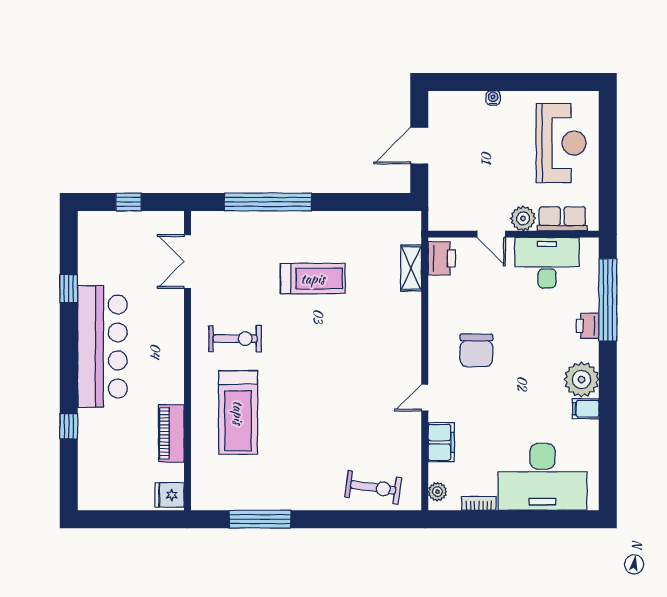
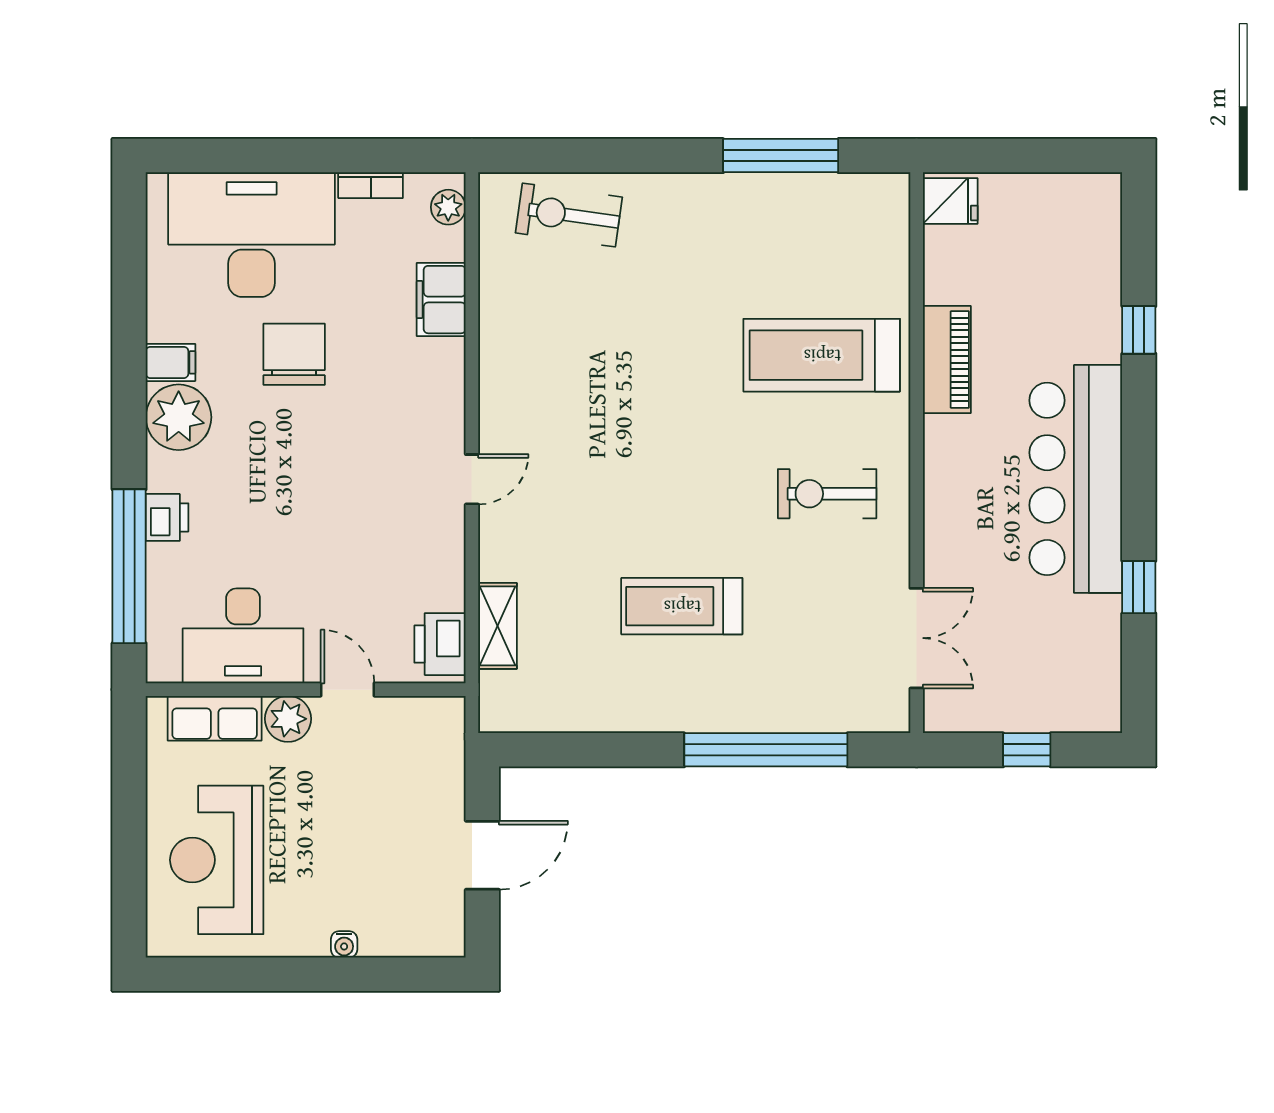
chair: (476, 350) -> (294, 354), moved
door: (425, 398) -> (472, 479), moved
treadmill: (238, 413) -> (822, 355), turned -90
piano: (171, 433) -> (947, 359), moved

